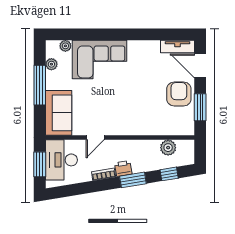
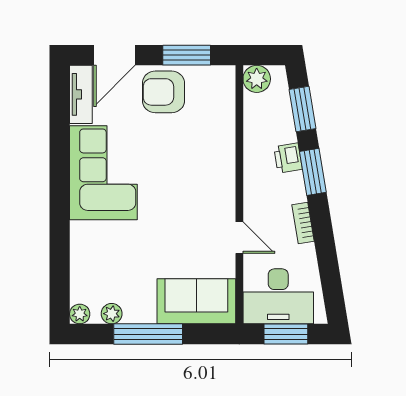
plant: (65, 46) -> (80, 314), moved
corner sofa: (99, 59) -> (103, 173), moved
plant: (168, 148) -> (257, 79), moved
printer: (123, 168) -> (288, 158), moved
window: (169, 174) -> (303, 109), width x1.50

